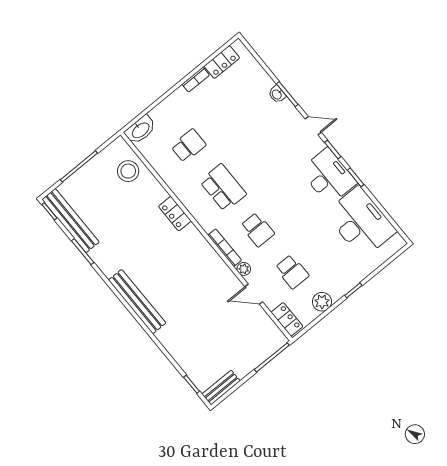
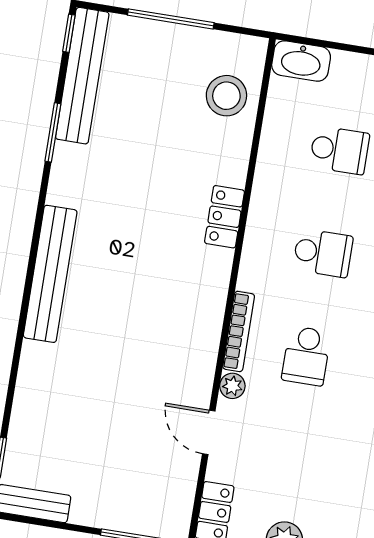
school desk: (223, 188) -> (323, 253), width x0.54
school desk: (292, 272) -> (290, 459), removed

